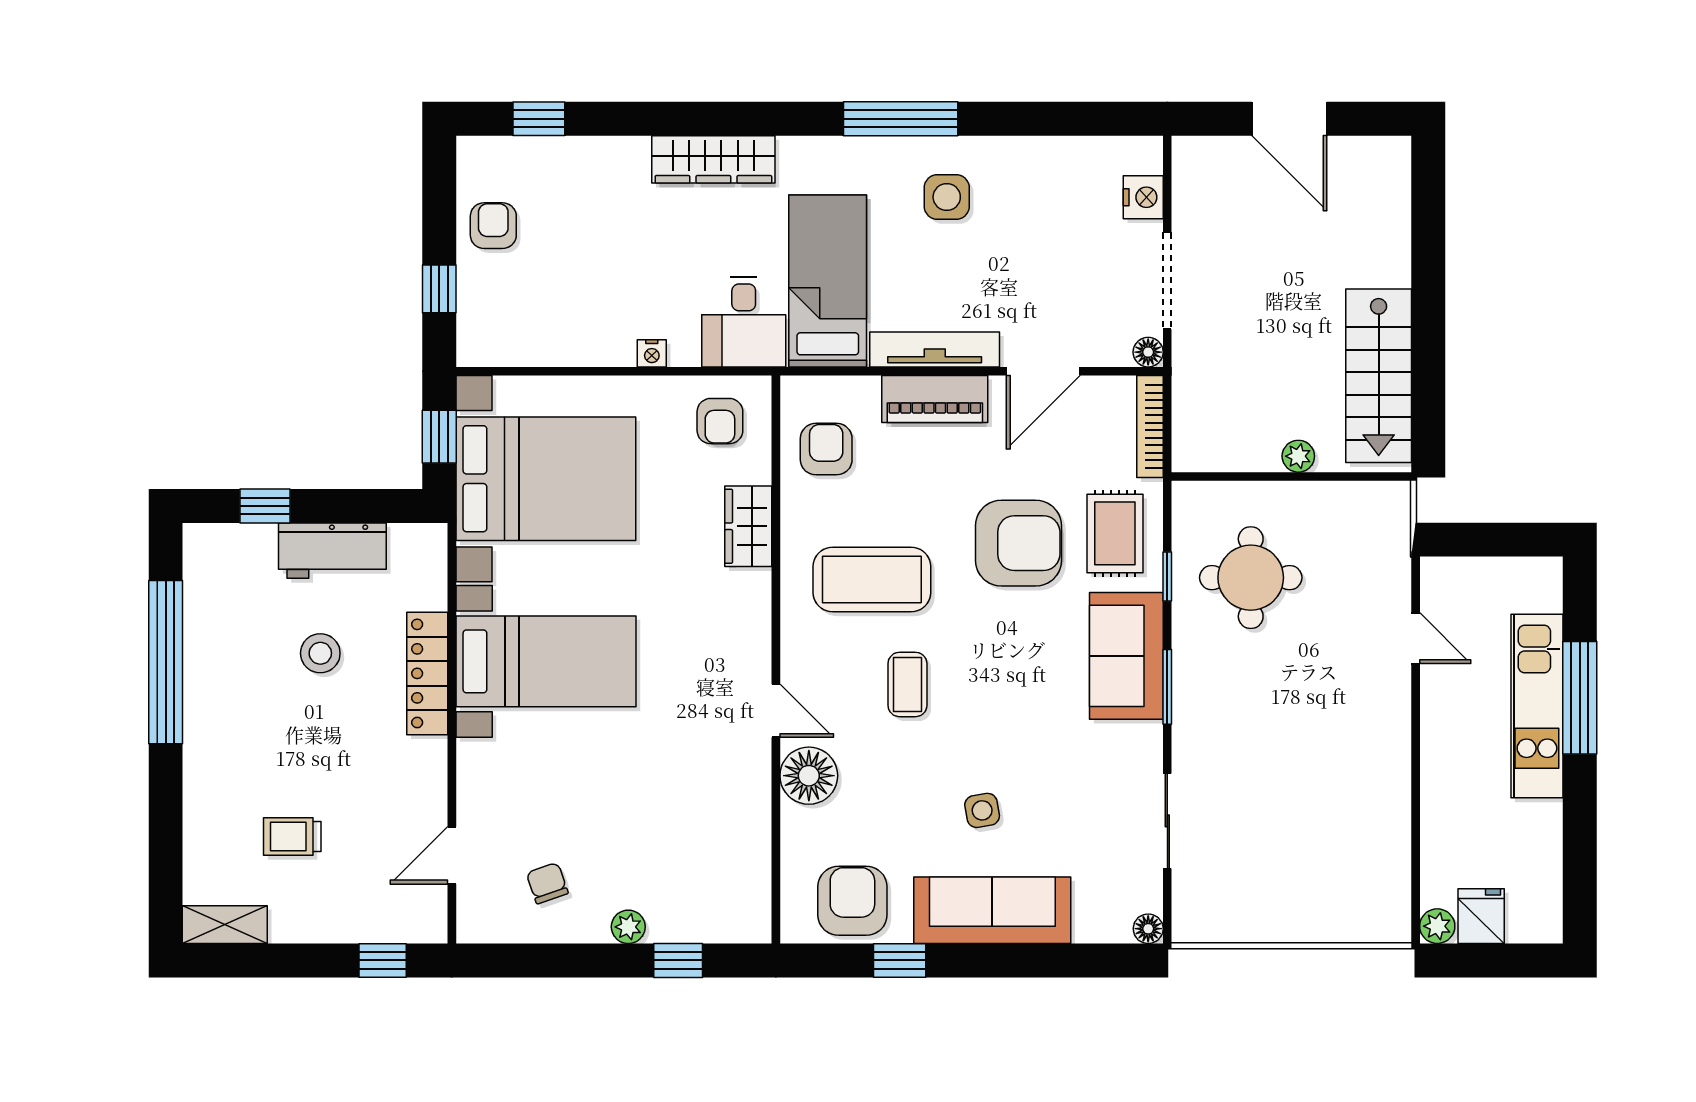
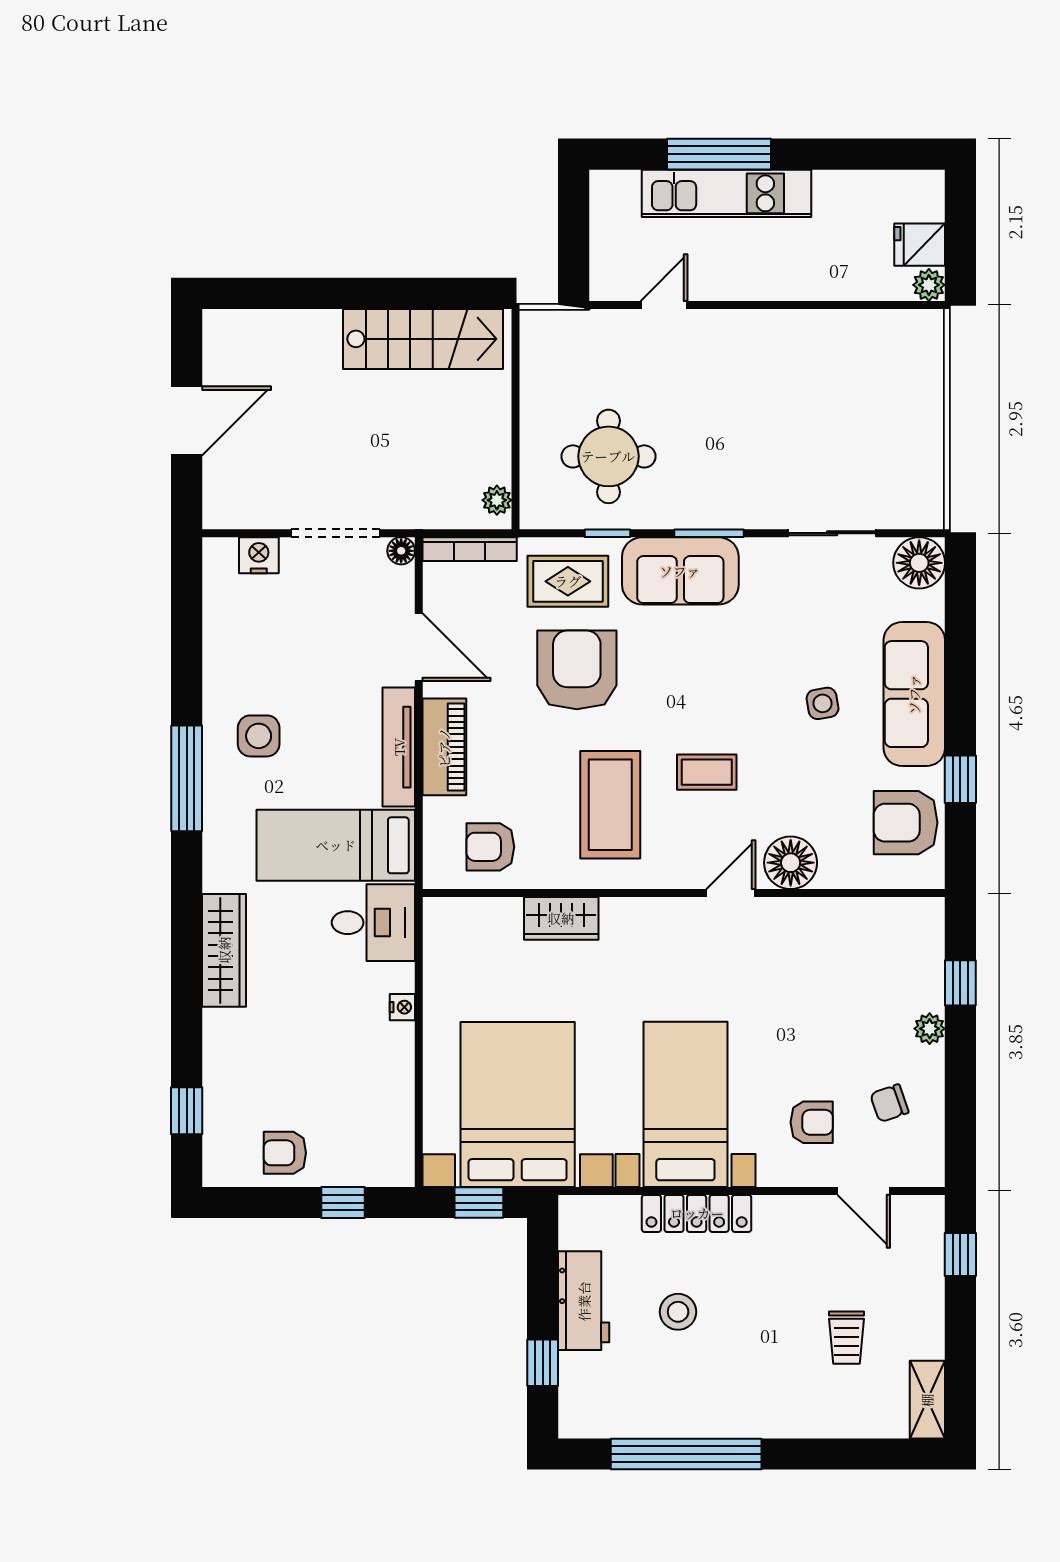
armchair: (720, 421) -> (812, 1122), moved
plant: (1298, 456) -> (497, 500), moved
floor lamp: (1148, 929) -> (919, 563), width x1.89, depth x1.89

